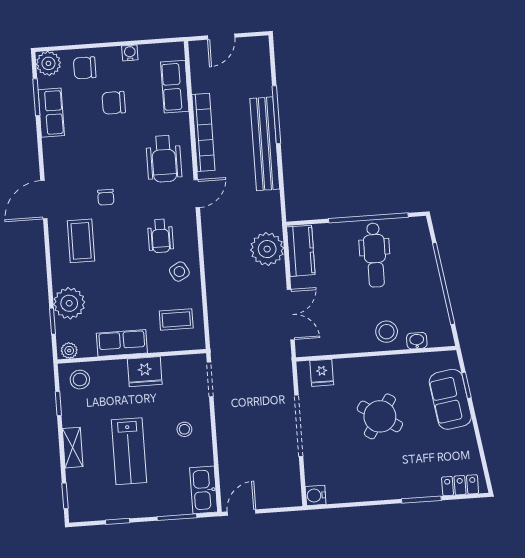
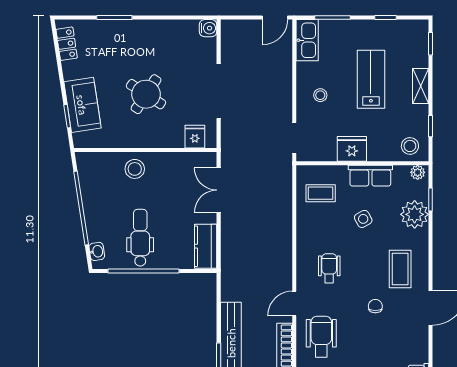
plant: (267, 249) -> (235, 250), removed
side table: (179, 272) -> (363, 219), moved
washbasin: (417, 341) -> (97, 251), moved, turned -99
locker: (460, 485) -> (67, 44), moved, turned -99

